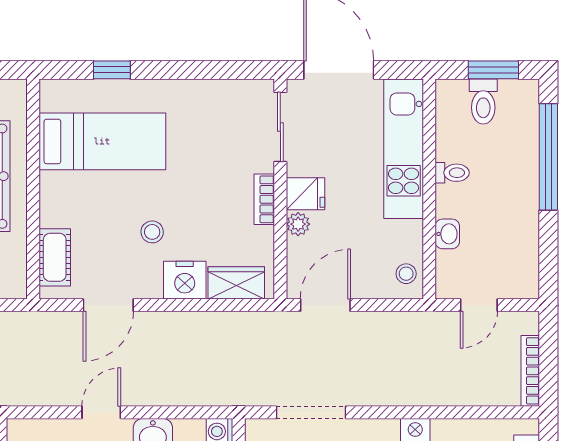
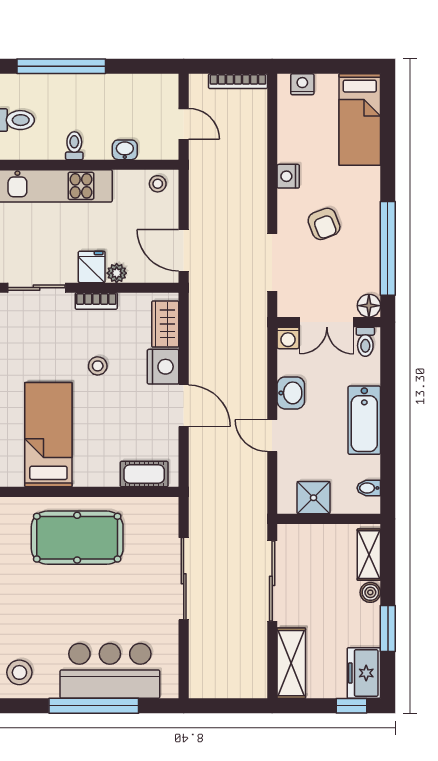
stool: (152, 232) -> (98, 366), moved
door: (108, 305) -> (184, 406), moved

